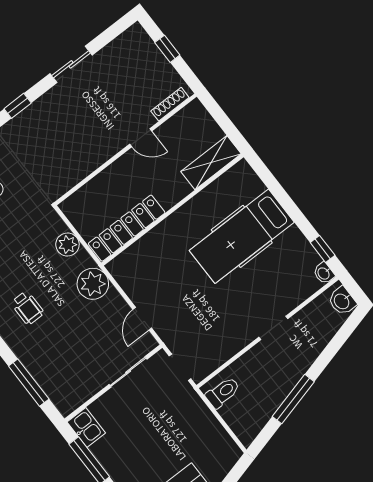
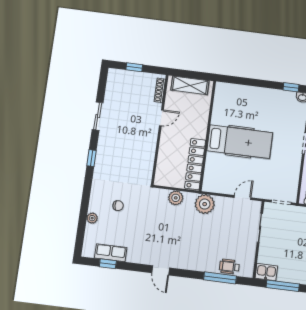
shelving: (211, 163) -> (190, 85), moved, turned 90
hospital bed: (242, 236) -> (240, 142), moved, turned -90
wheelchair: (27, 308) -> (229, 267), moved, turned 180
door: (142, 319) -> (243, 198), swing flipped

